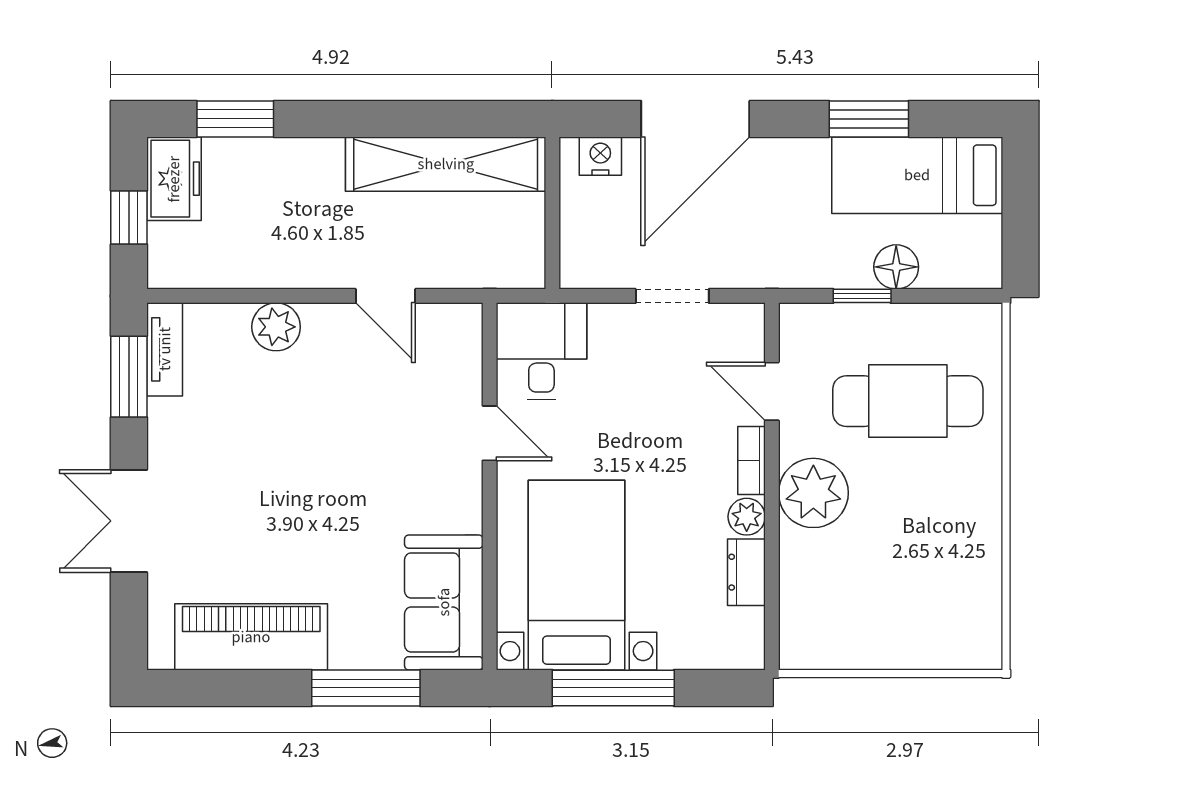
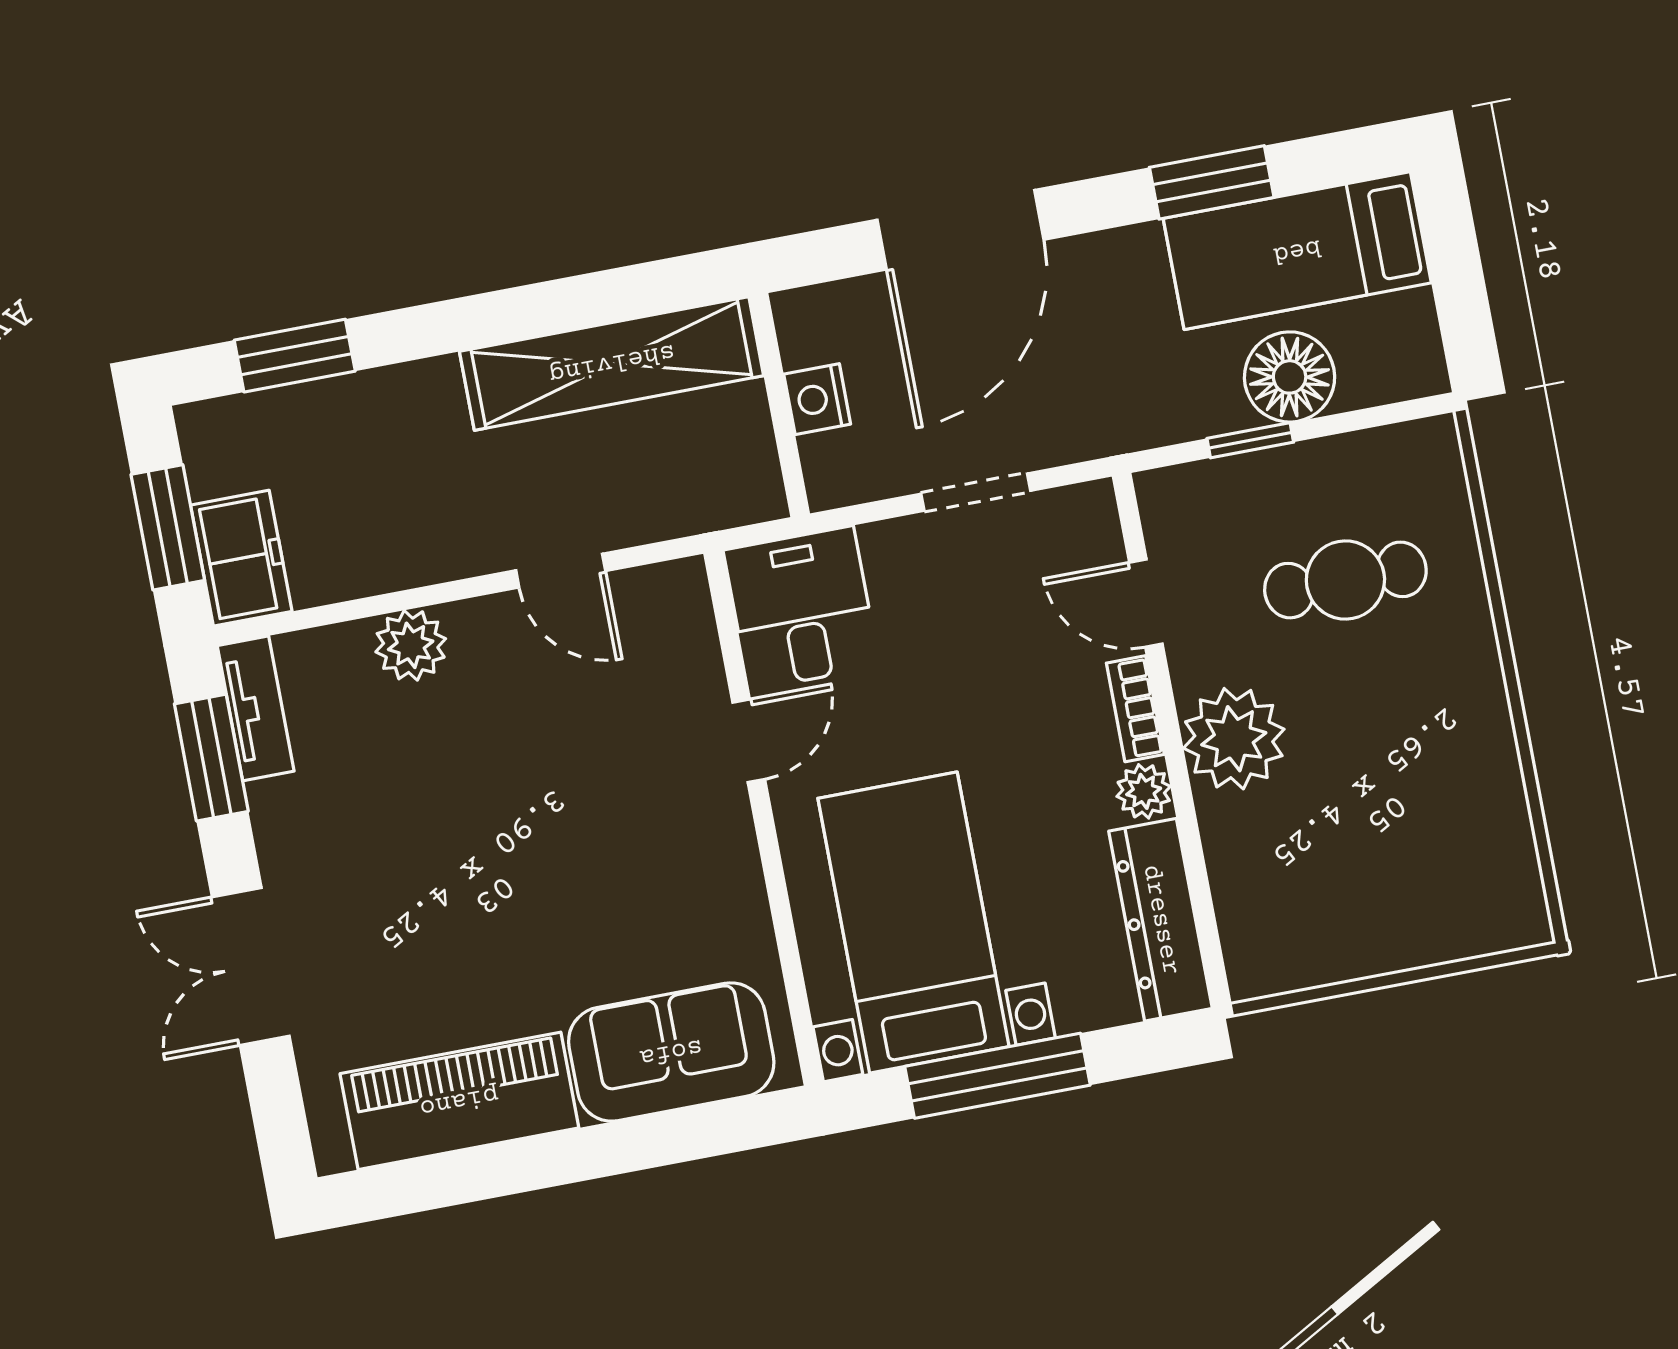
nightstand: (600, 156) -> (817, 399), moved, turned -90
freezer: (174, 179) -> (241, 558), moved
window: (129, 218) -> (168, 527), width x1.50
floor lamp: (896, 267) -> (1290, 377), width x1.38, depth x1.38
cafe table: (908, 401) -> (1345, 580), width x0.73, depth x0.74
door: (490, 433) -> (749, 741), hinge flipped
dresser: (746, 572) -> (1161, 920), width x1.96, depth x1.24
sofa: (444, 602) -> (671, 1052), moved, turned 90
window: (366, 688) -> (640, 1143), removed

